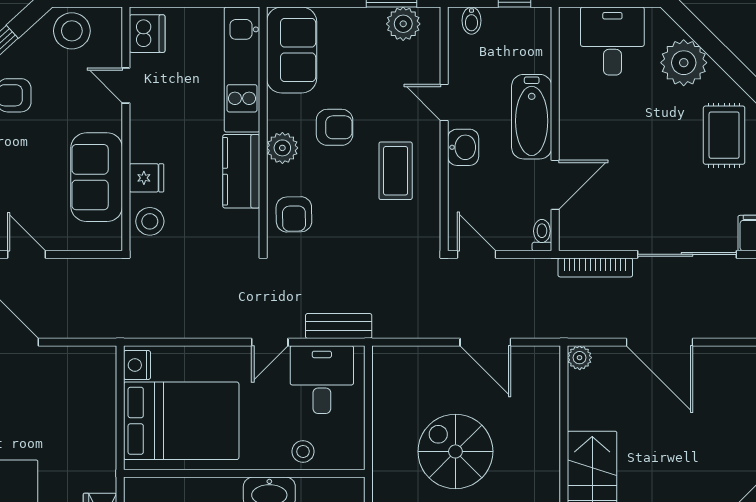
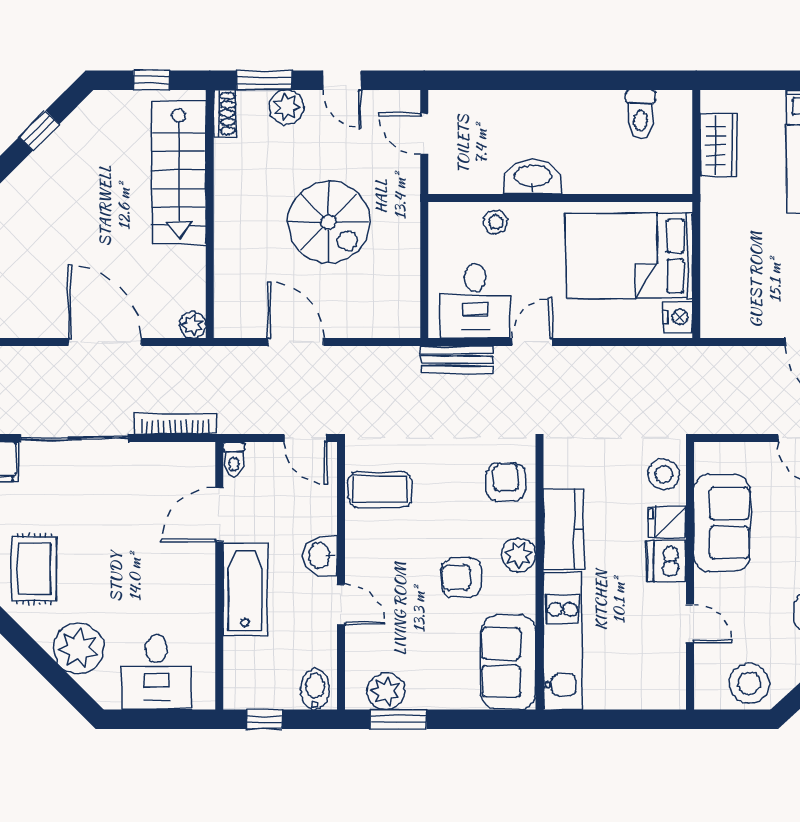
bidet: (471, 21) -> (315, 689), width x1.38, depth x1.36
dishwasher: (147, 34) -> (667, 561), moved
coffee table: (396, 171) -> (380, 489), moved, turned 90

